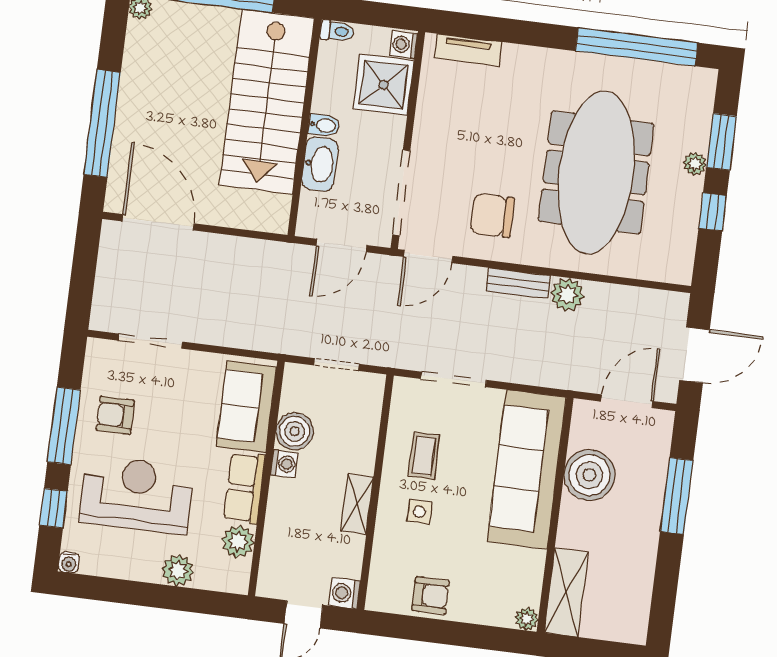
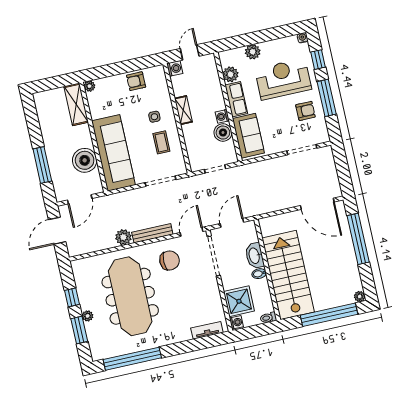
bench: (518, 283) -> (152, 233), width x1.36
reception desk: (137, 494) -> (283, 79), turned 180

